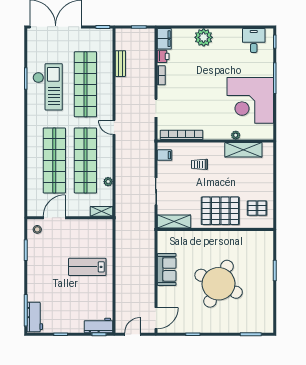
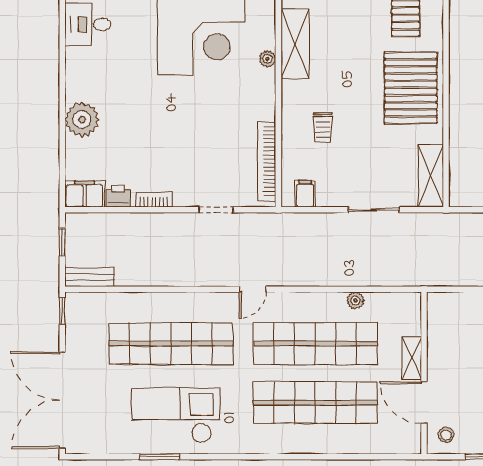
bench: (120, 64) -> (89, 277), moved
shelving: (102, 211) -> (412, 358), moved

